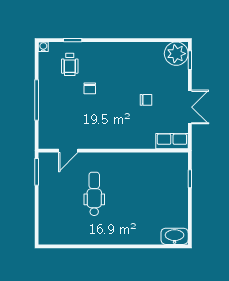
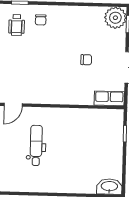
chair: (90, 88) -> (41, 20), moved

